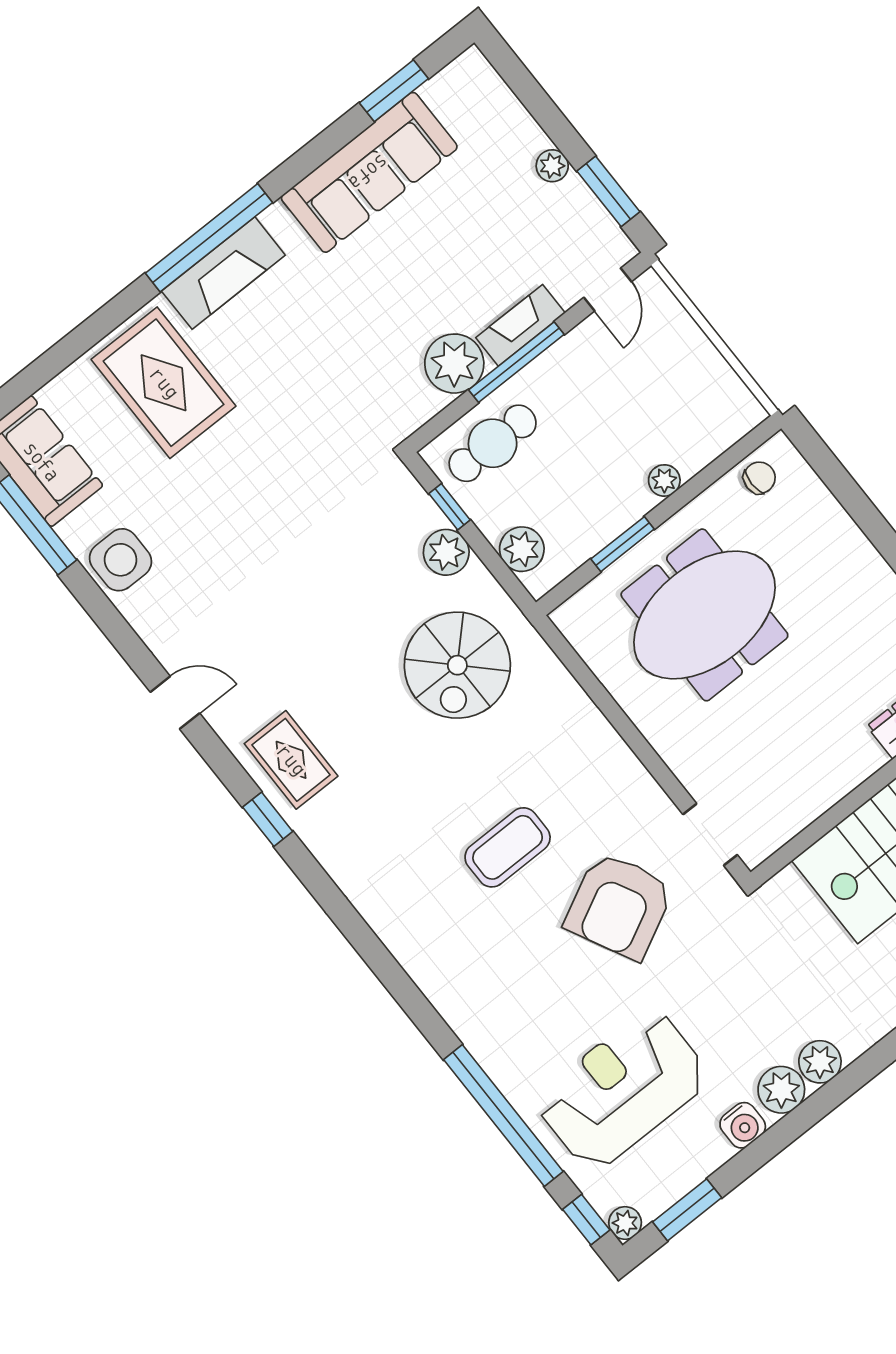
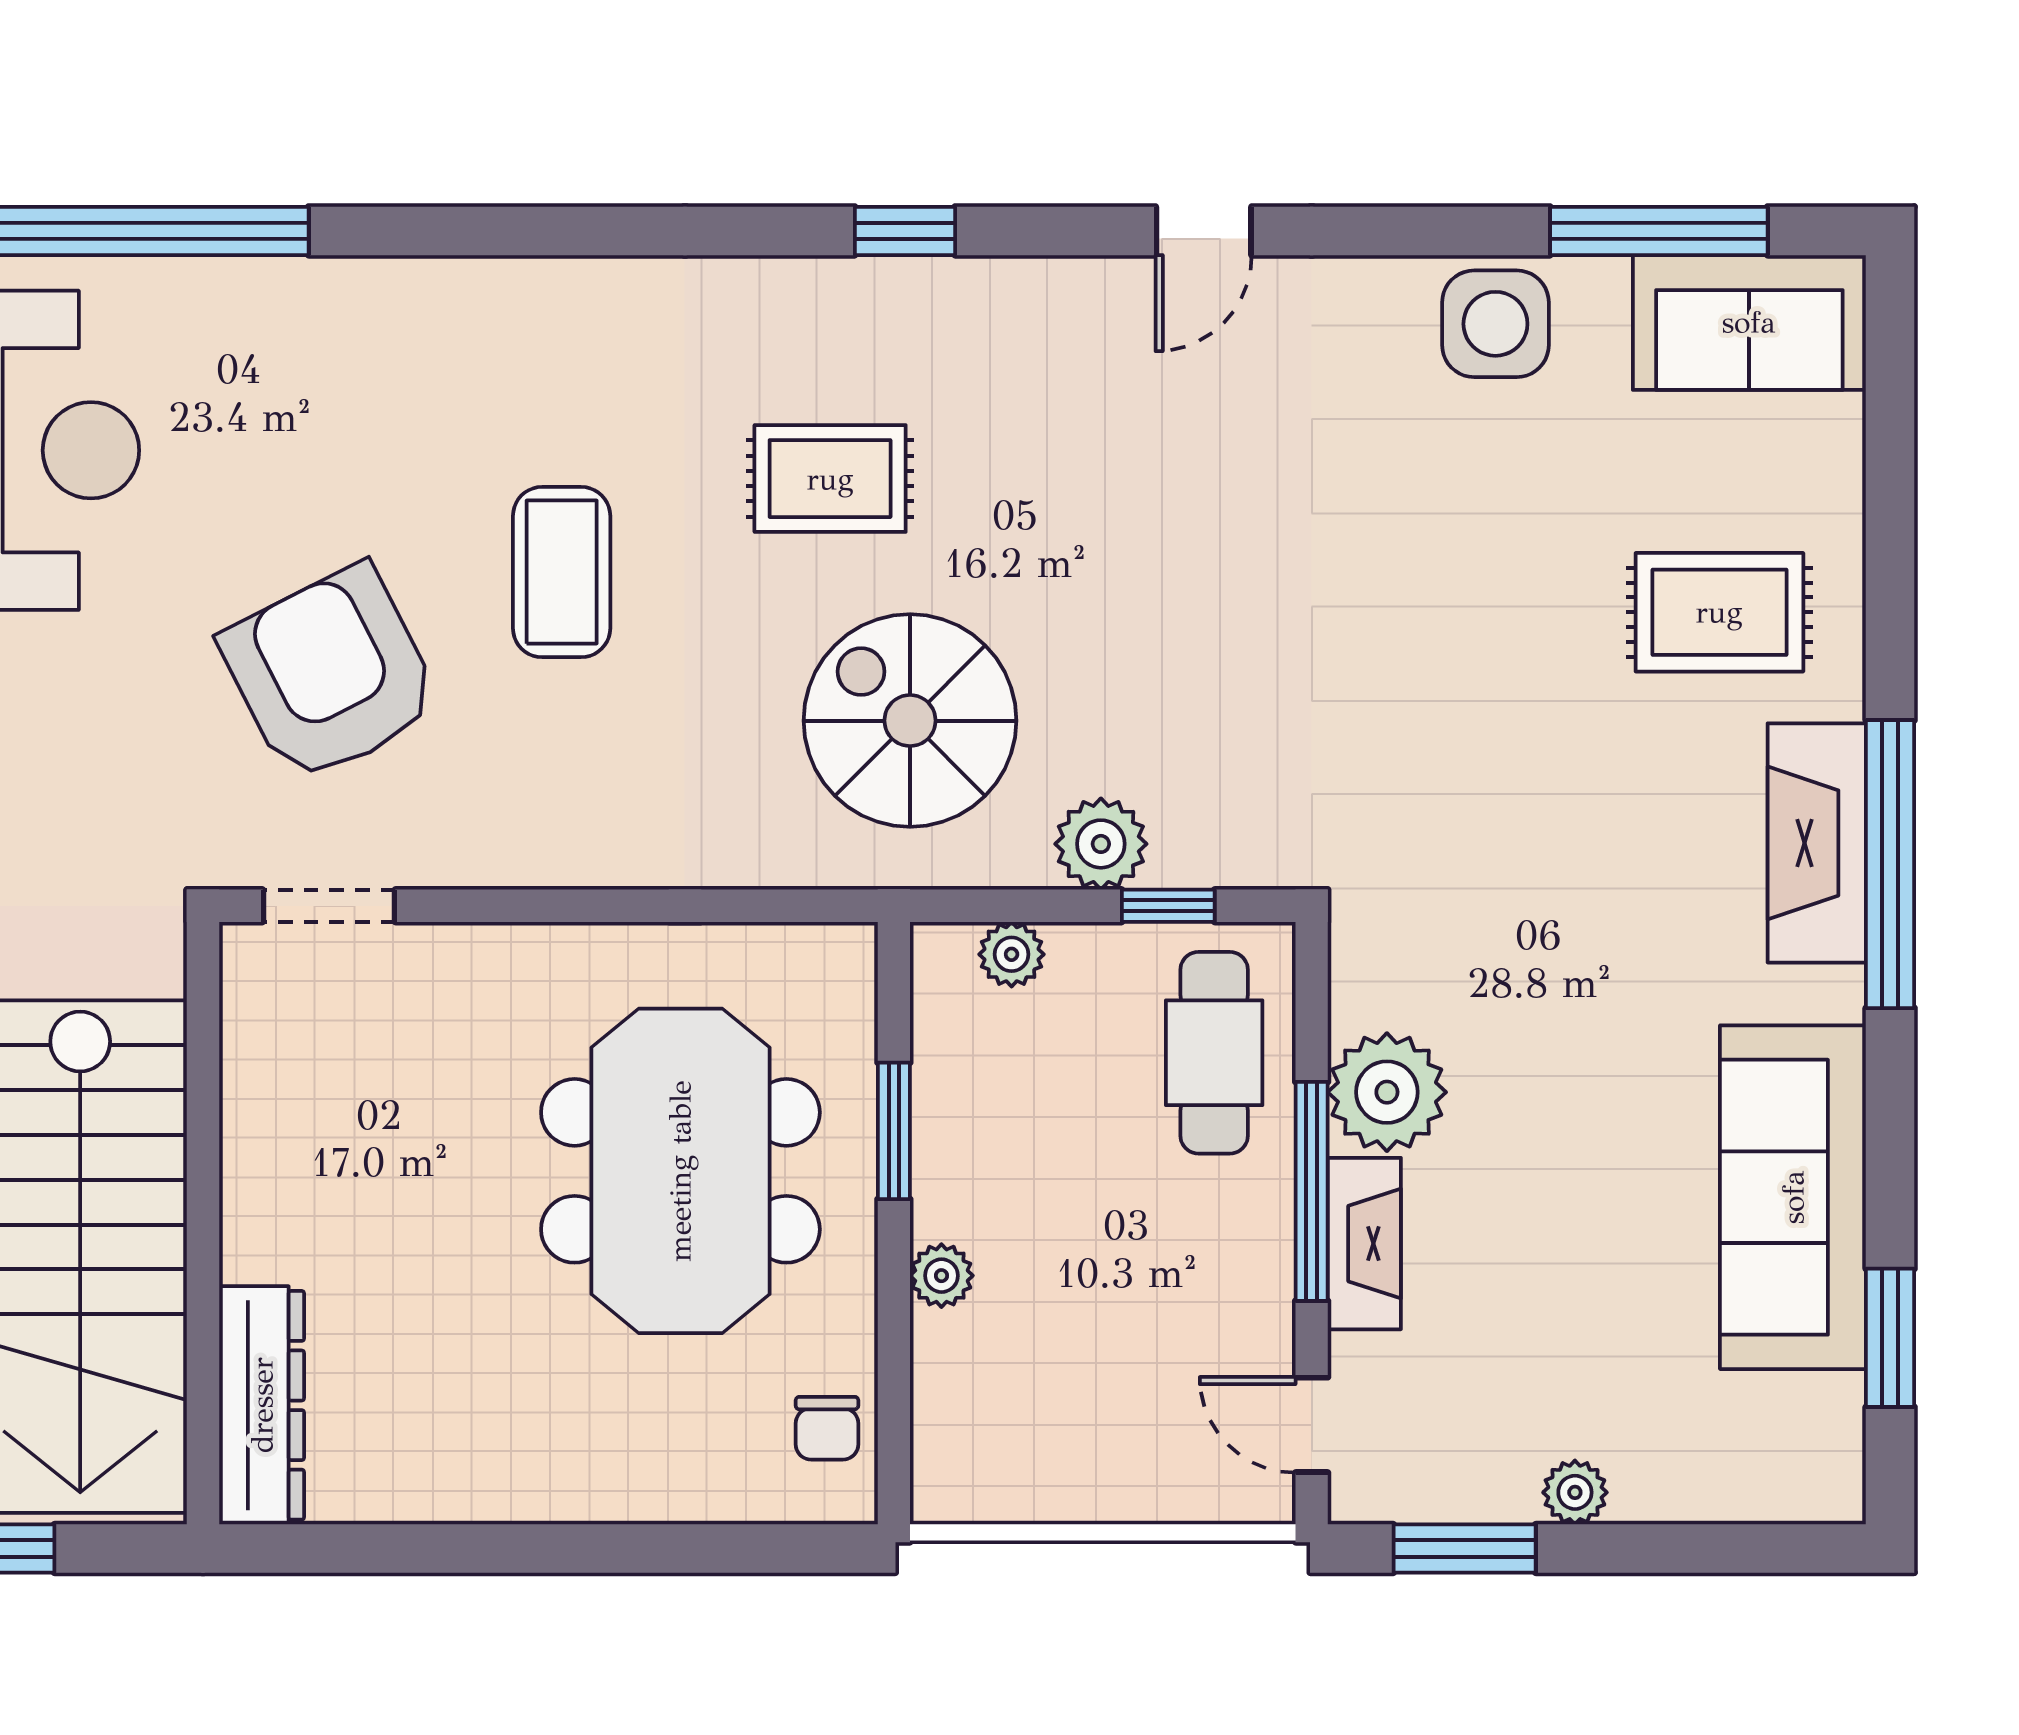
rug: (164, 383) -> (1719, 612), width x0.73, depth x0.70
plant: (522, 549) -> (1012, 954), width x0.73, depth x0.73
rug: (291, 760) -> (830, 479), moved

